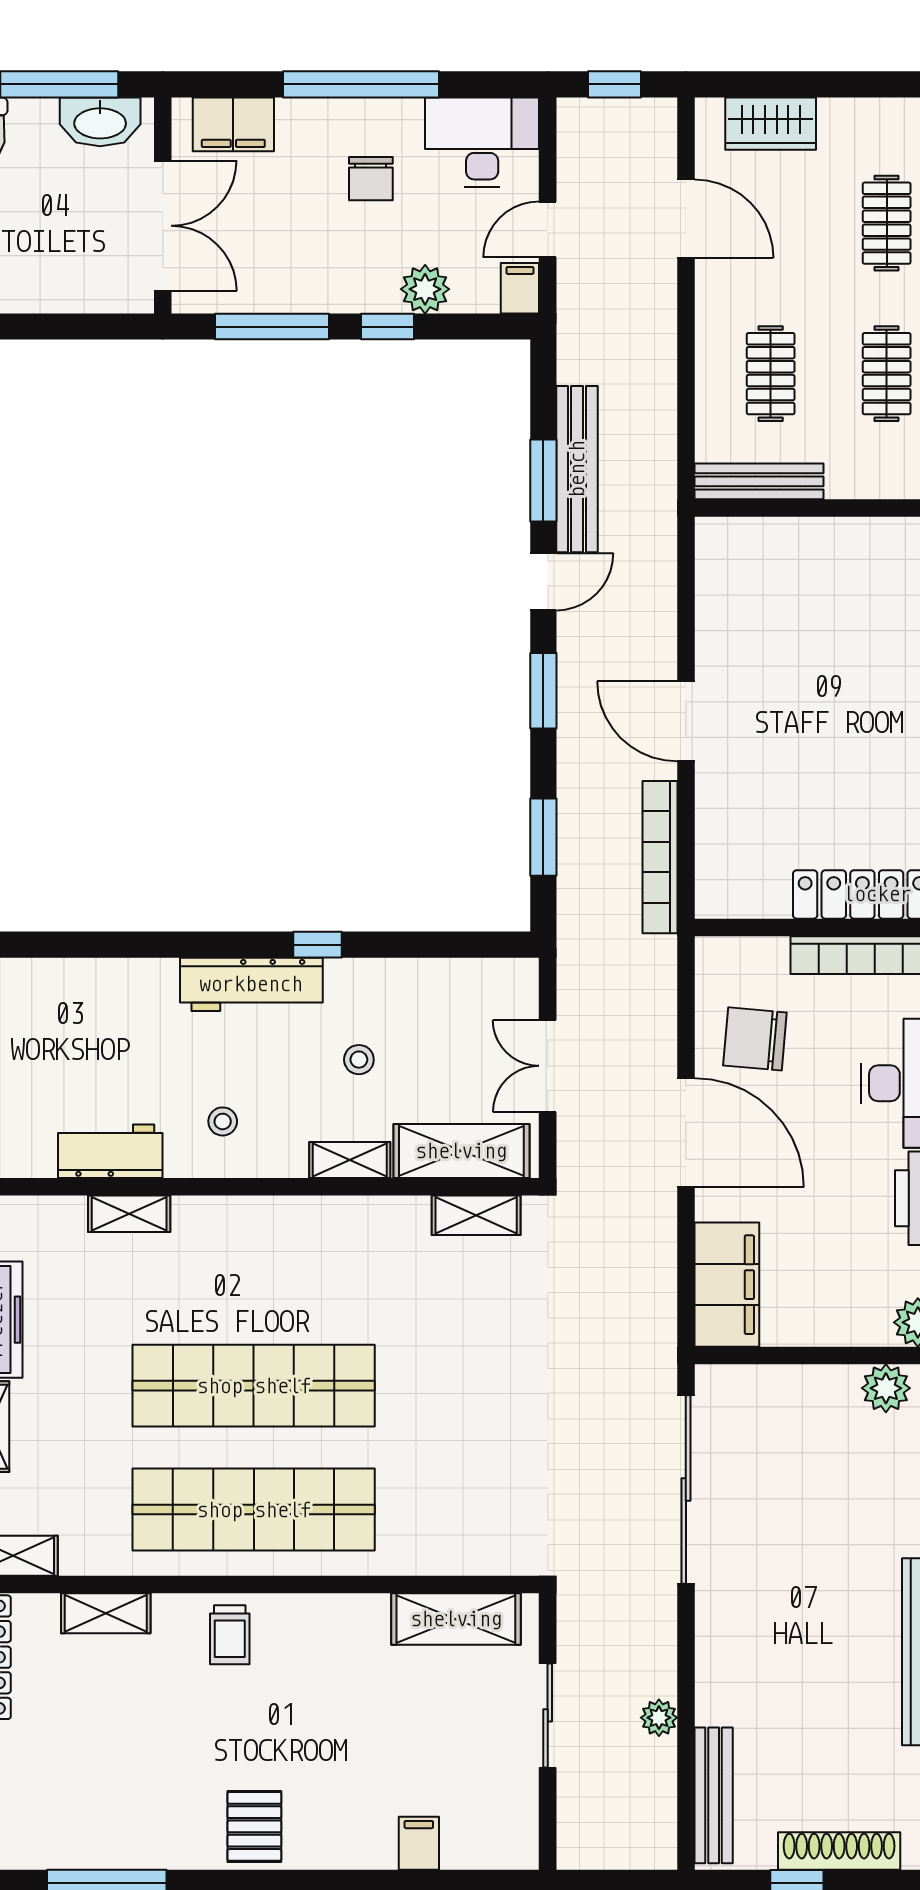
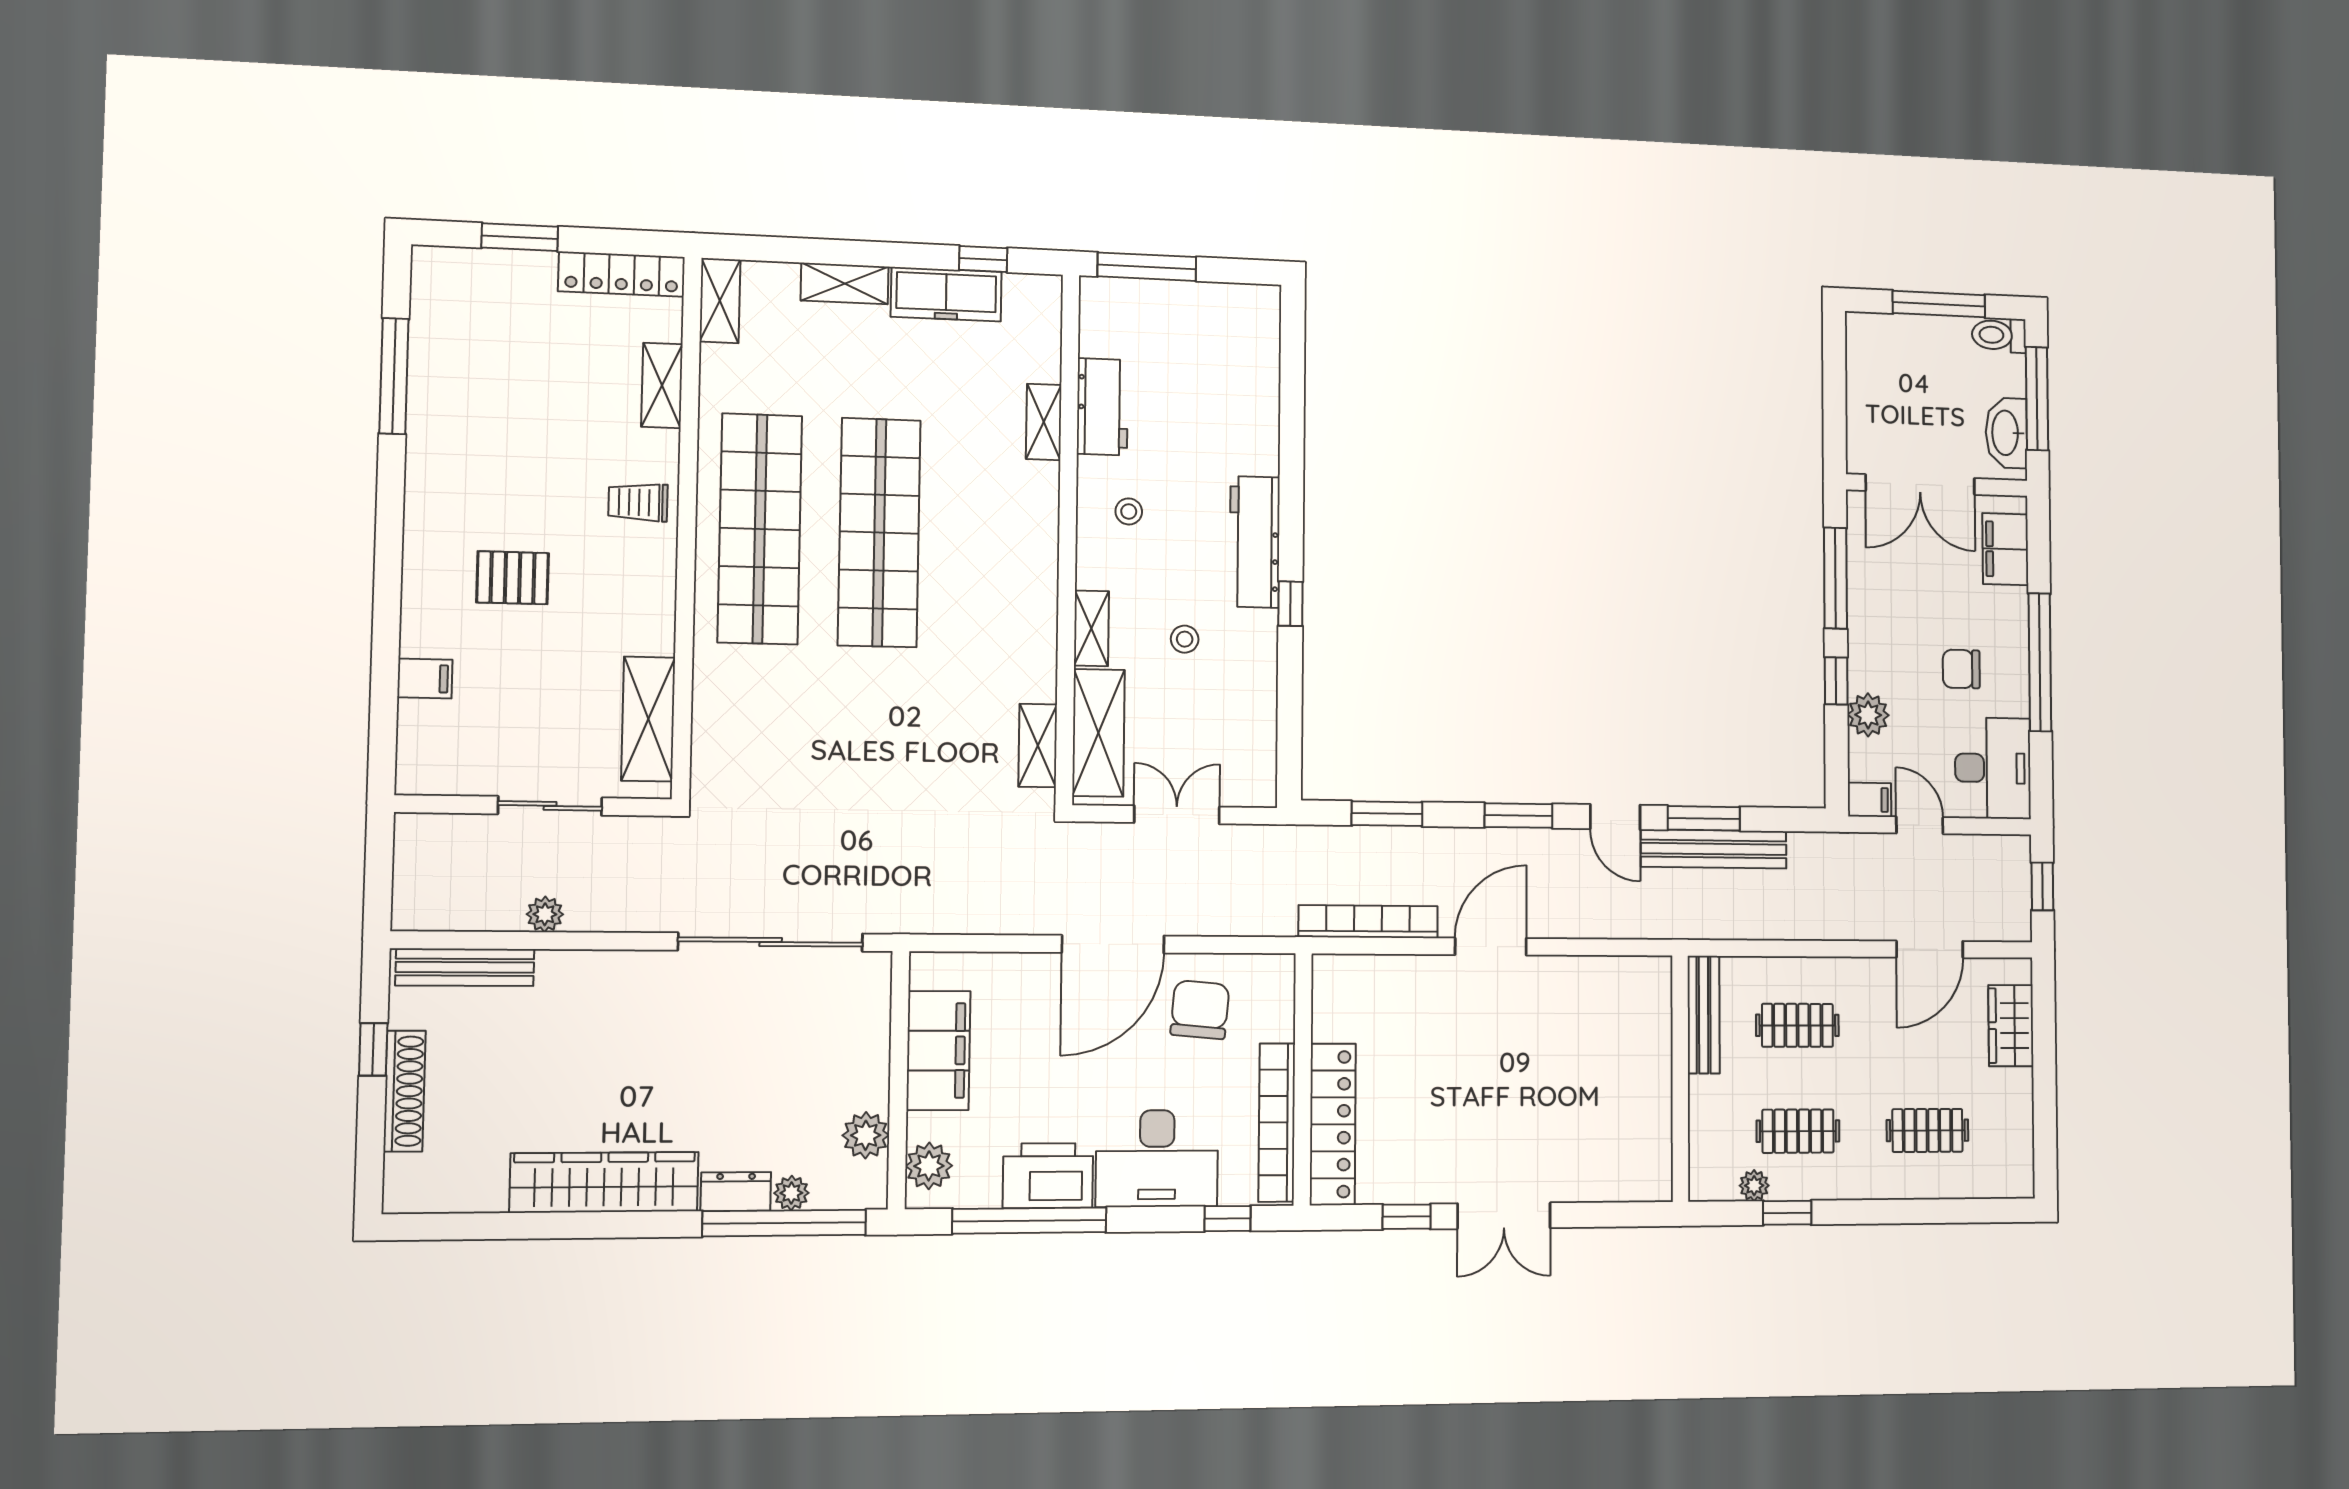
filing cabinet: (727, 1285) -> (938, 1050), moved, turned -90
pallet: (254, 1826) -> (513, 578), moved

